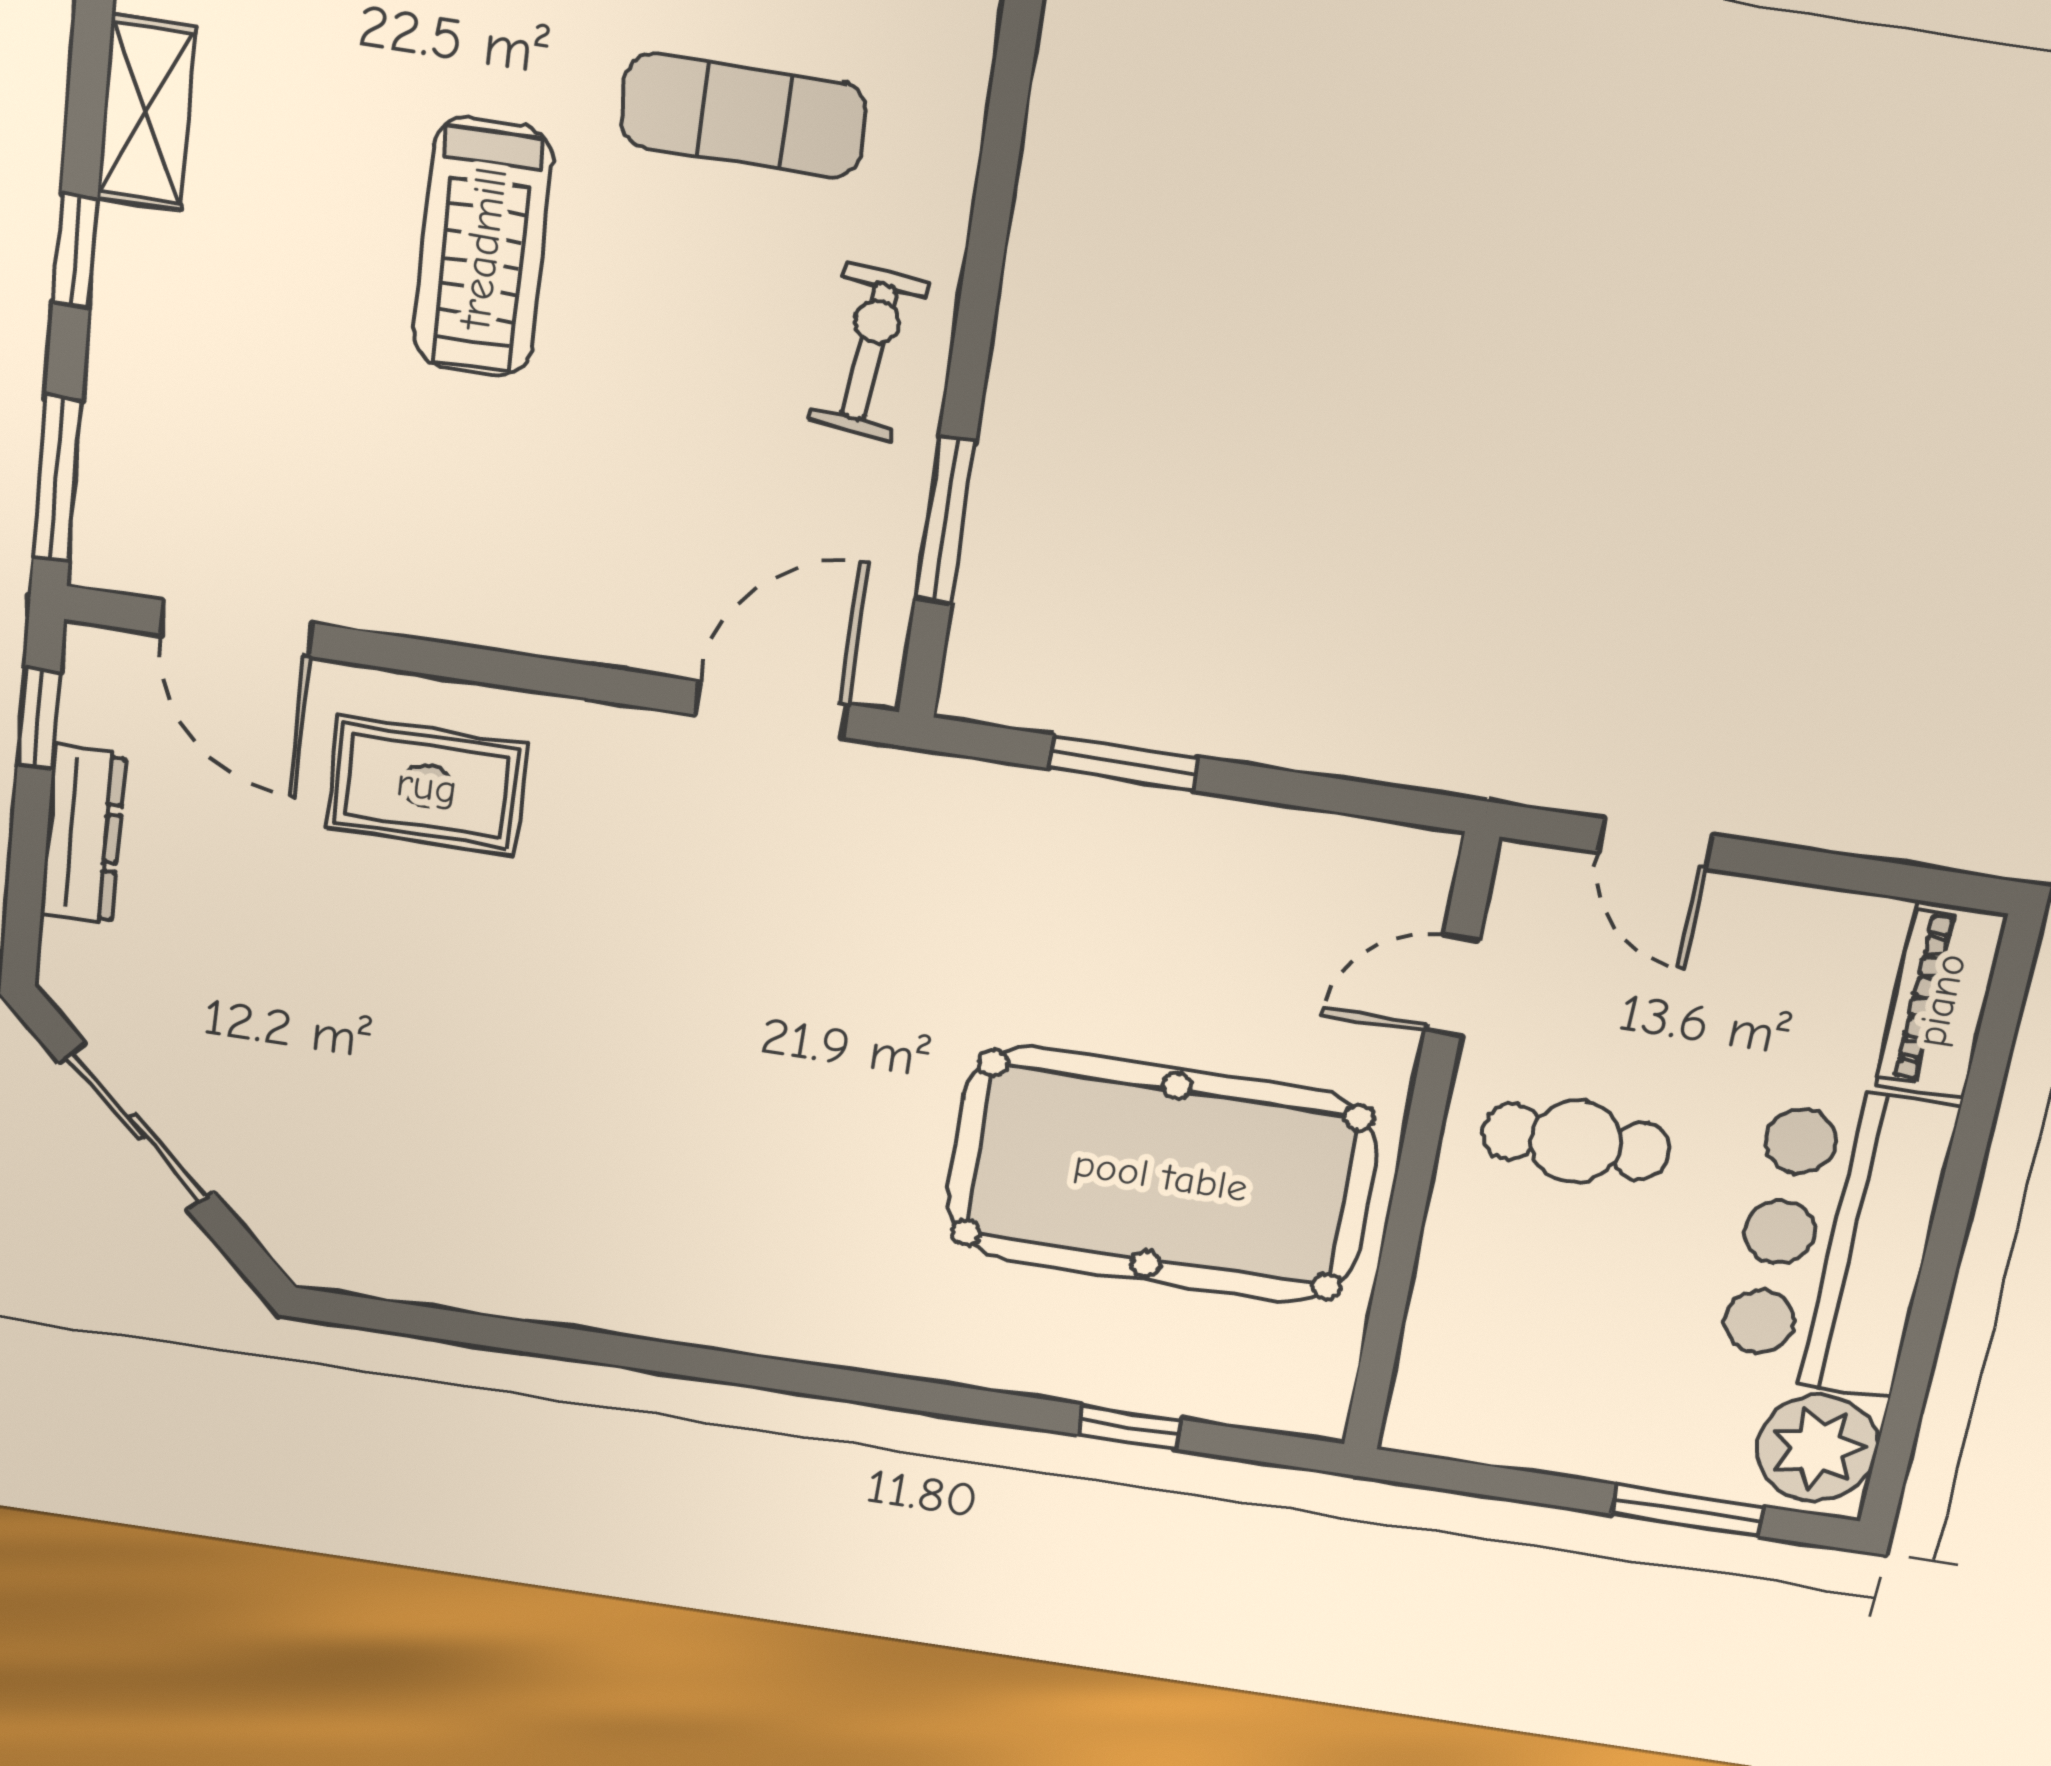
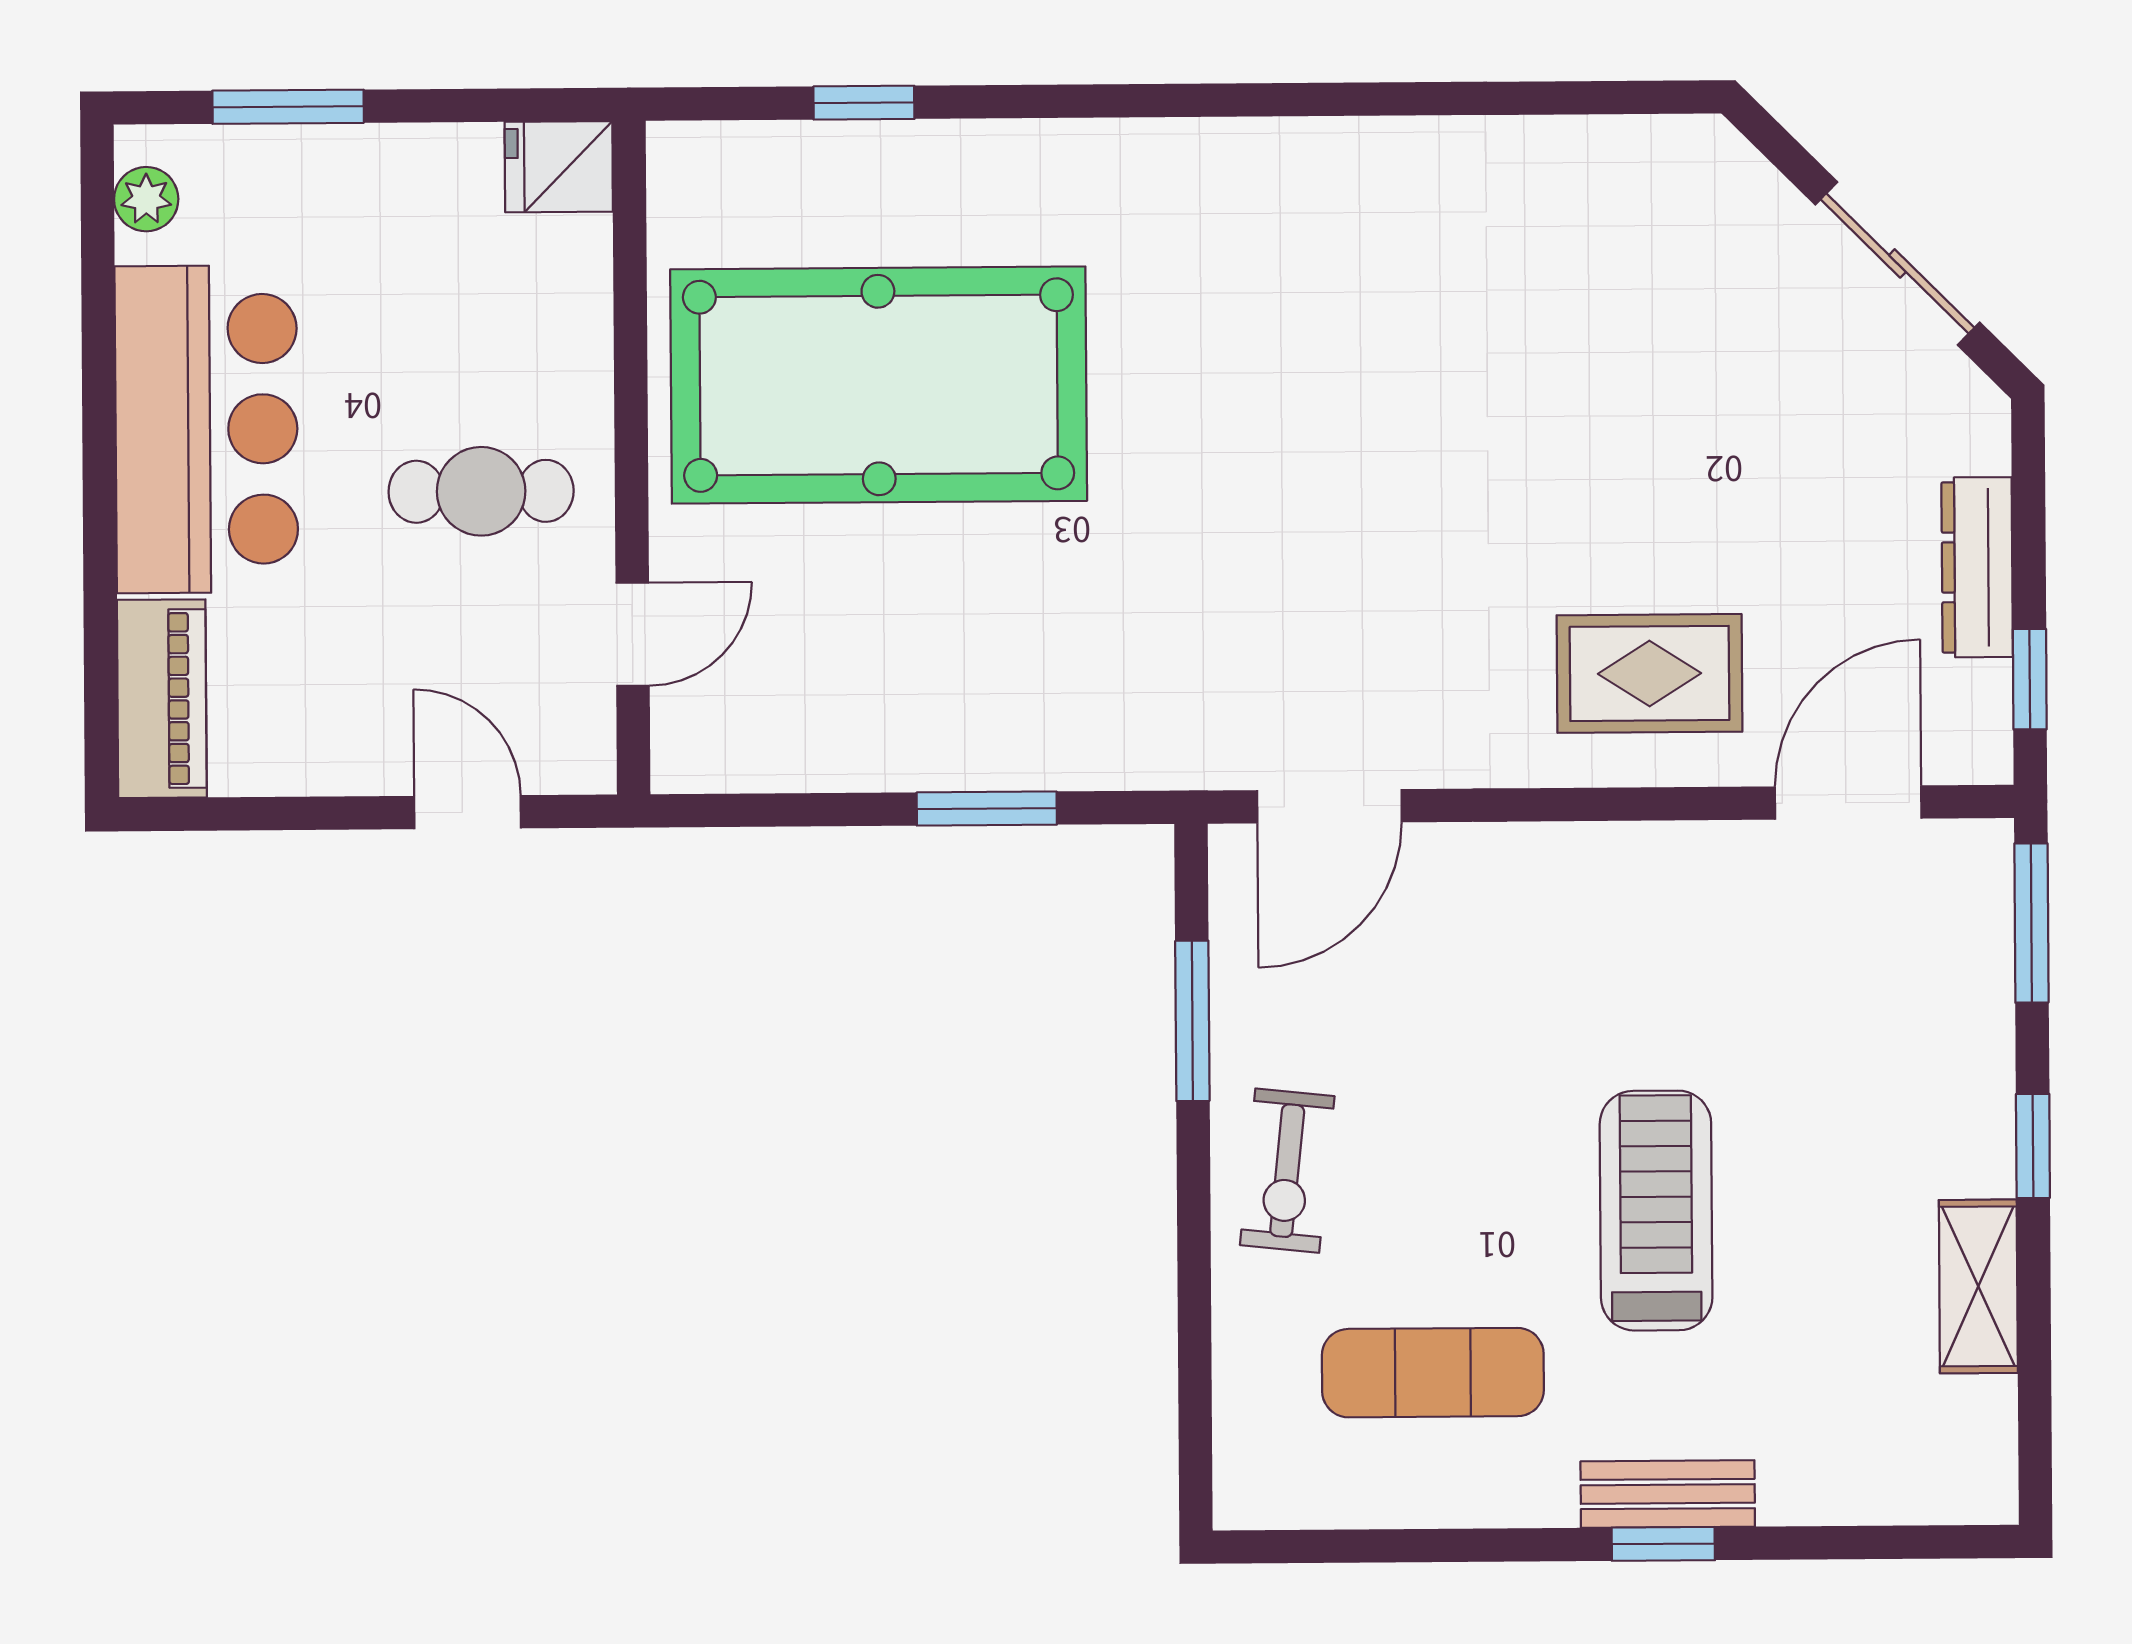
door: (236, 628) -> (1848, 803), hinge flipped
fridge: (1437, 1418) -> (559, 167), added
plant: (1817, 1448) -> (146, 199), width x0.53, depth x0.53

